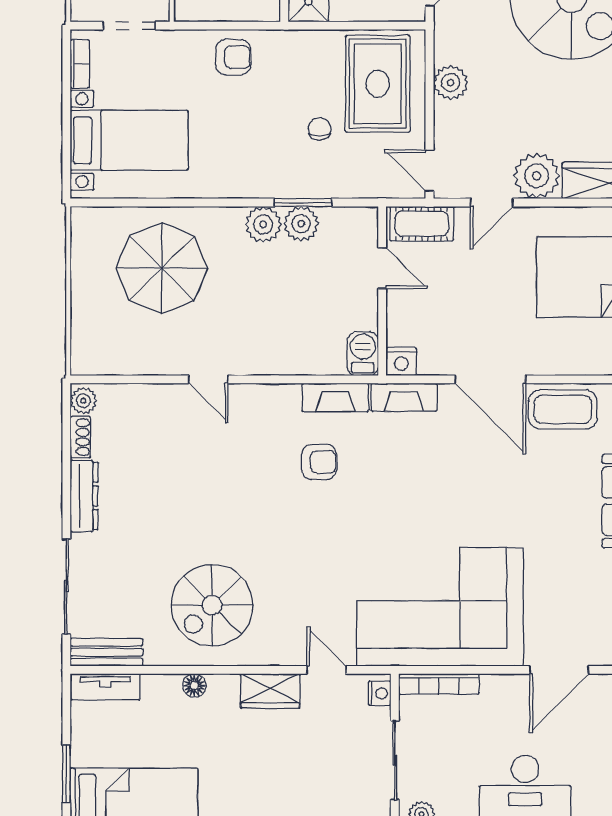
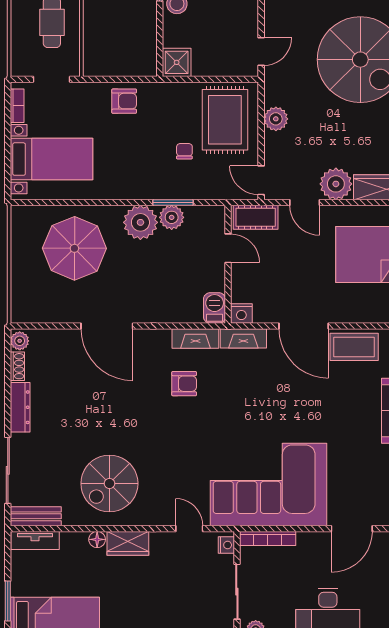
door: (492, 203) -> (305, 203), hinge flipped
plant: (263, 224) -> (140, 222), width x1.36, depth x1.36
door: (208, 379) -> (107, 326), width x1.88
wardrobe: (270, 691) -> (128, 543), moved

